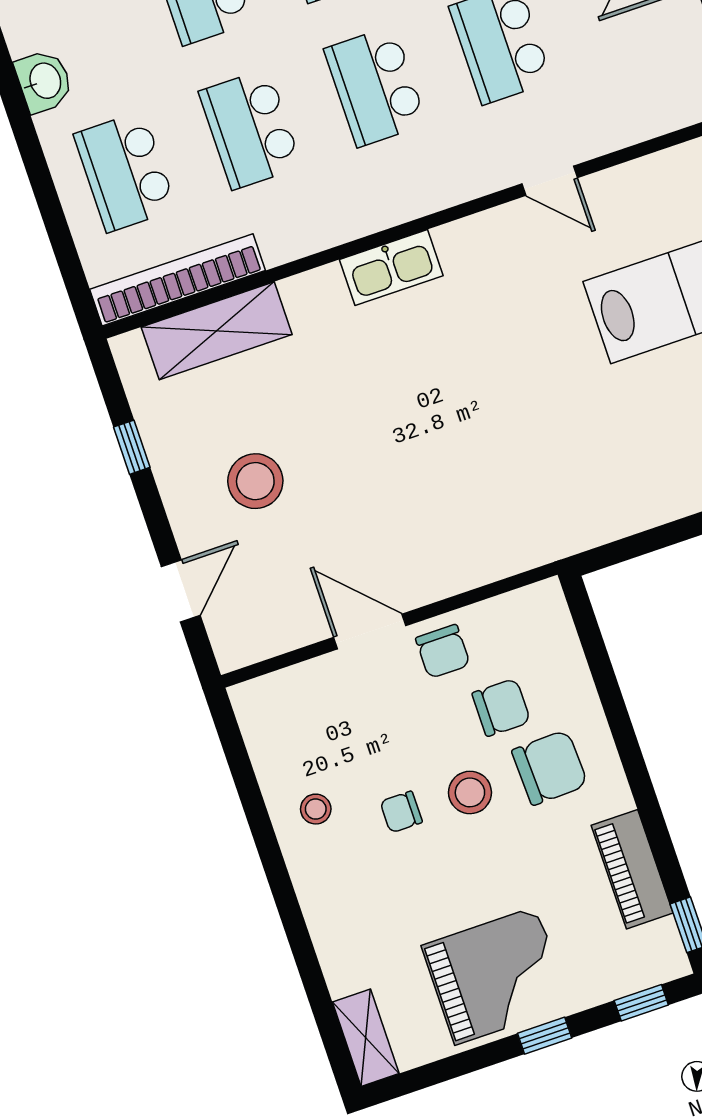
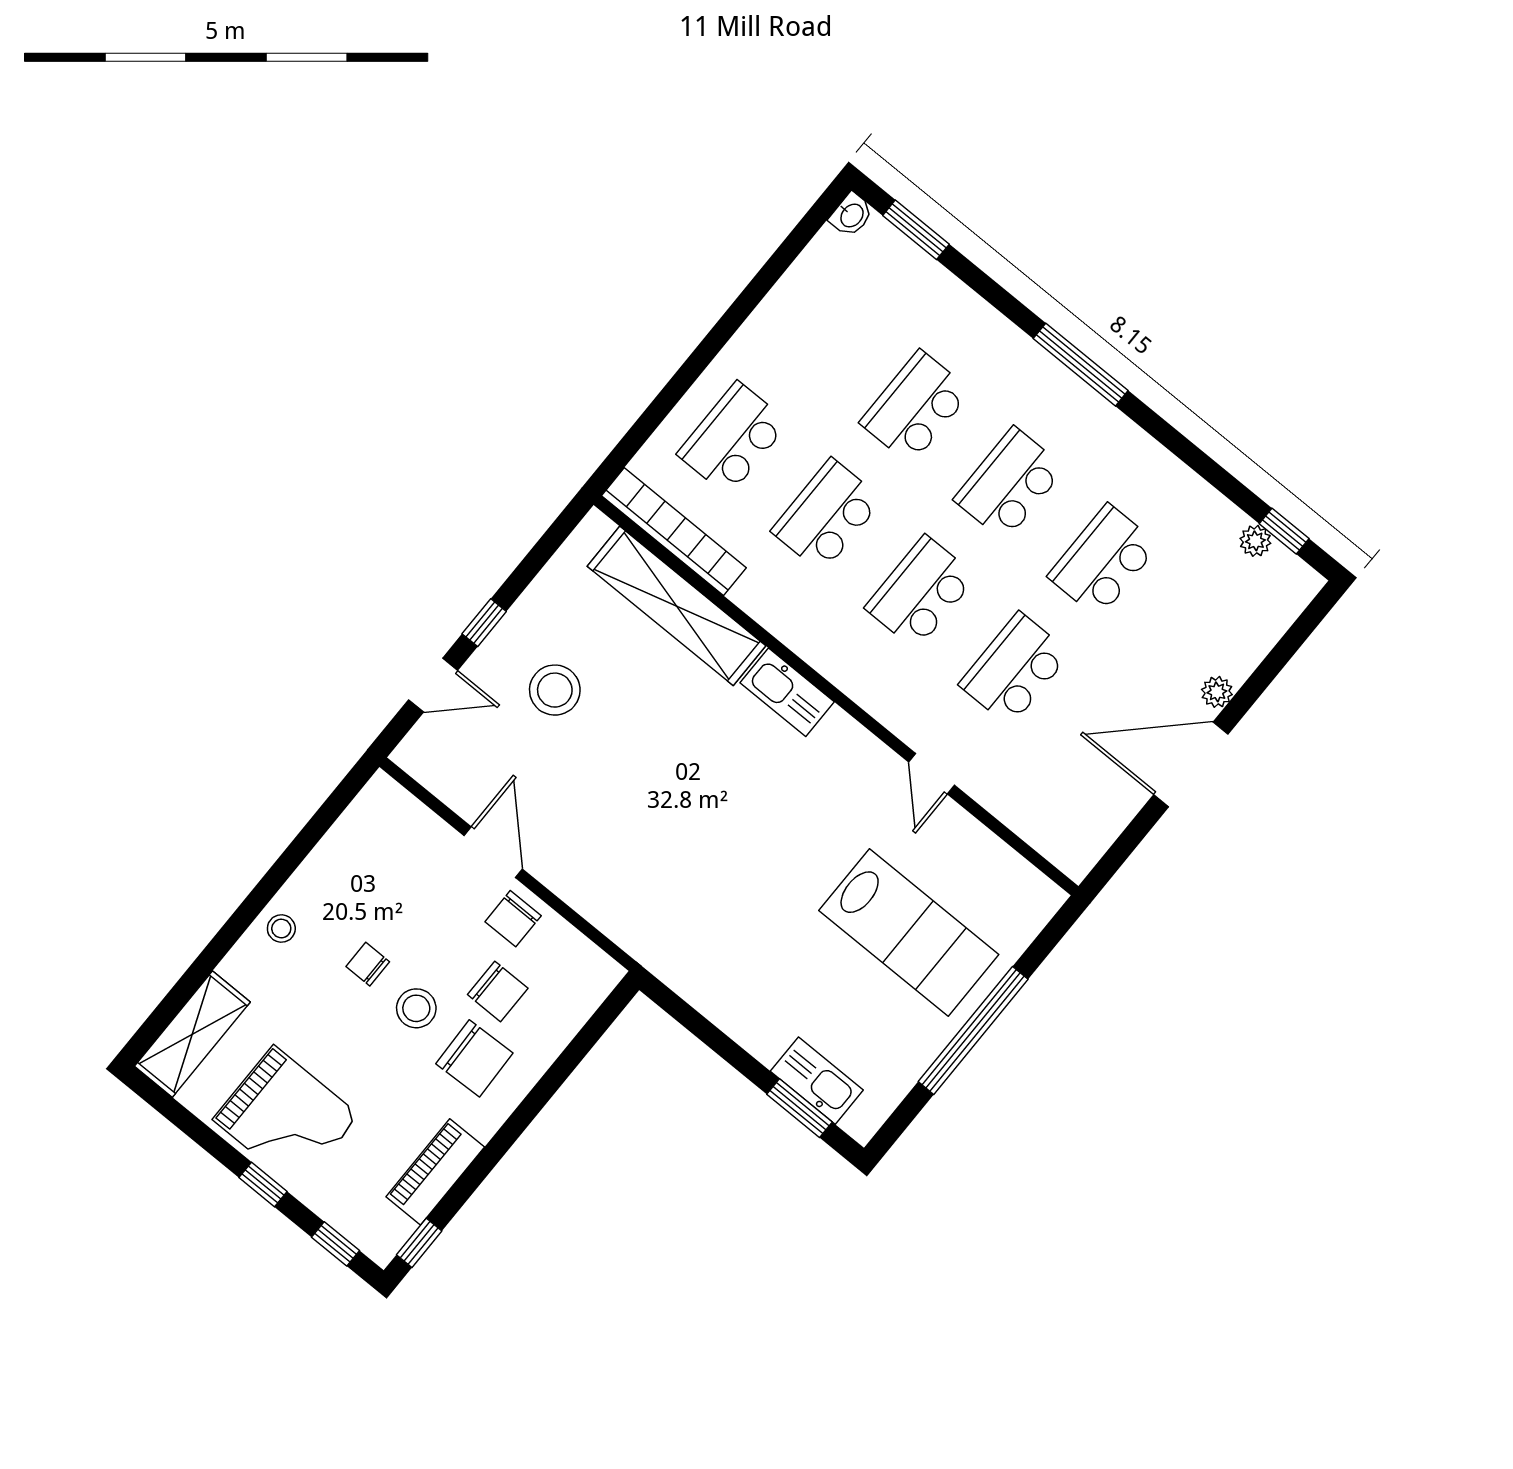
washbasin: (44, 81) -> (764, 331), removed
shelving: (217, 331) -> (676, 606), width x1.47
window: (132, 447) -> (484, 623), moved
stool: (316, 809) -> (281, 928), moved
shelving: (366, 1038) -> (192, 1034), width x1.50, depth x1.33

